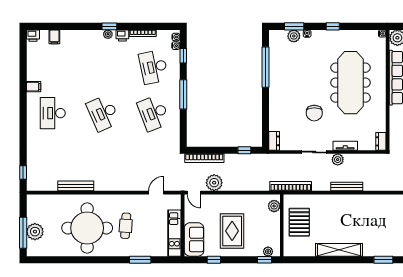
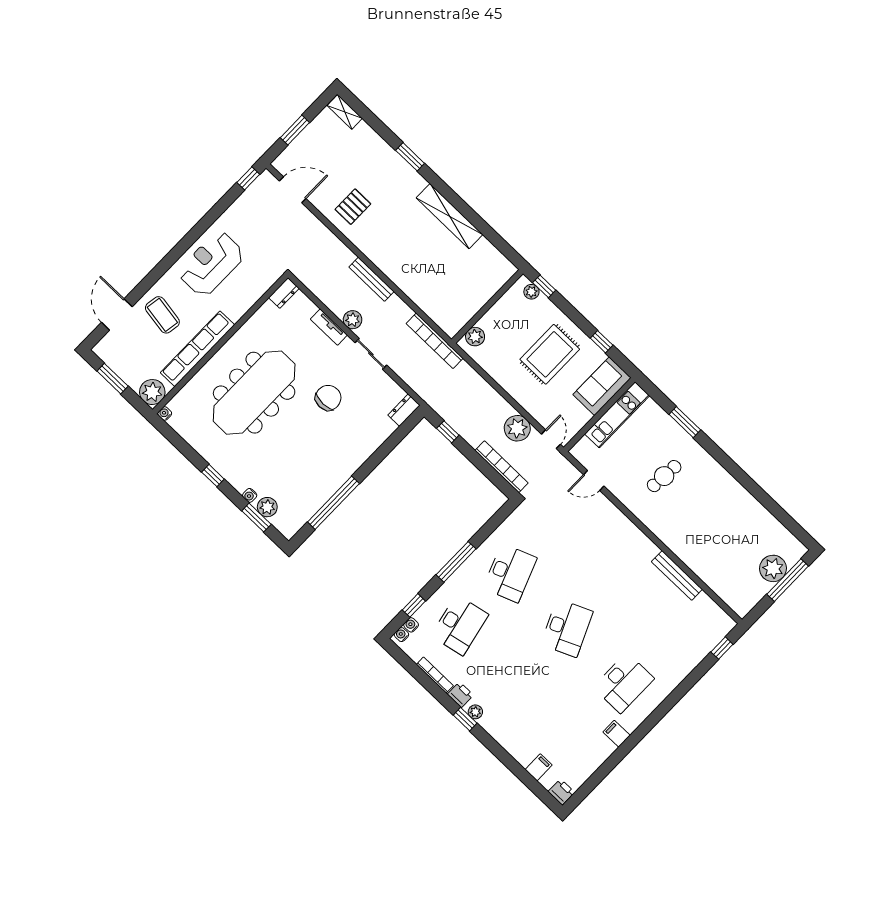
pallet: (299, 222) -> (353, 207), moved, width x0.67, depth x0.71
round table: (87, 228) -> (710, 516), removed

